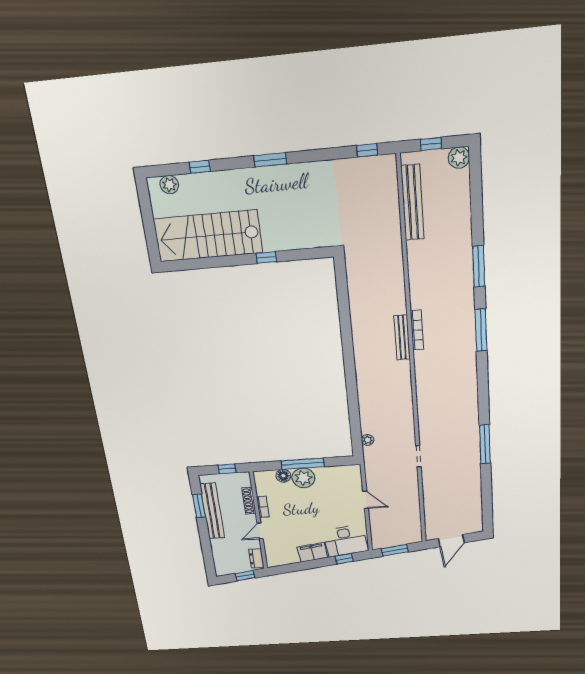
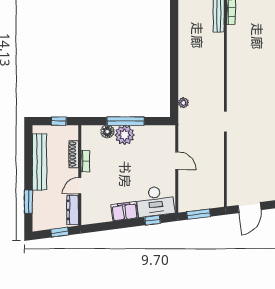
window: (199, 506) -> (28, 202), moved
dresser: (256, 558) -> (73, 210), width x1.44

